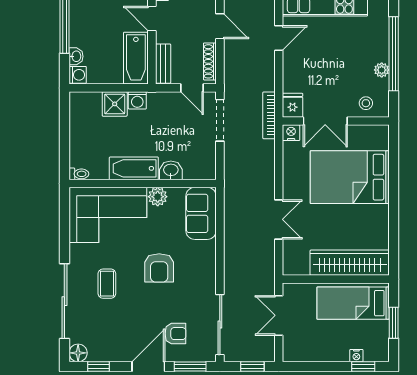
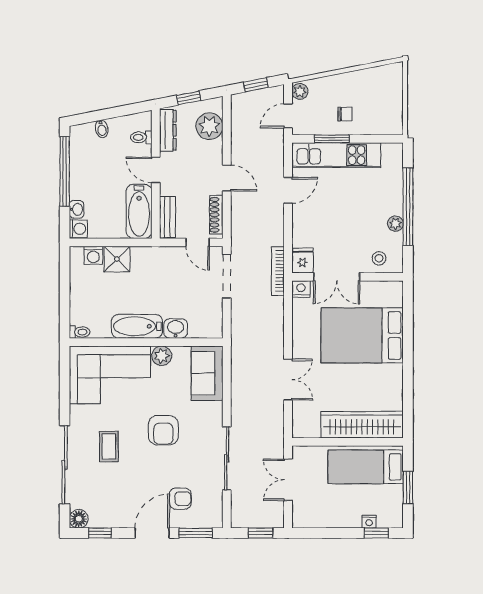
washing machine: (137, 100) -> (93, 255), moved
sliding door: (220, 325) -> (227, 458), moved

